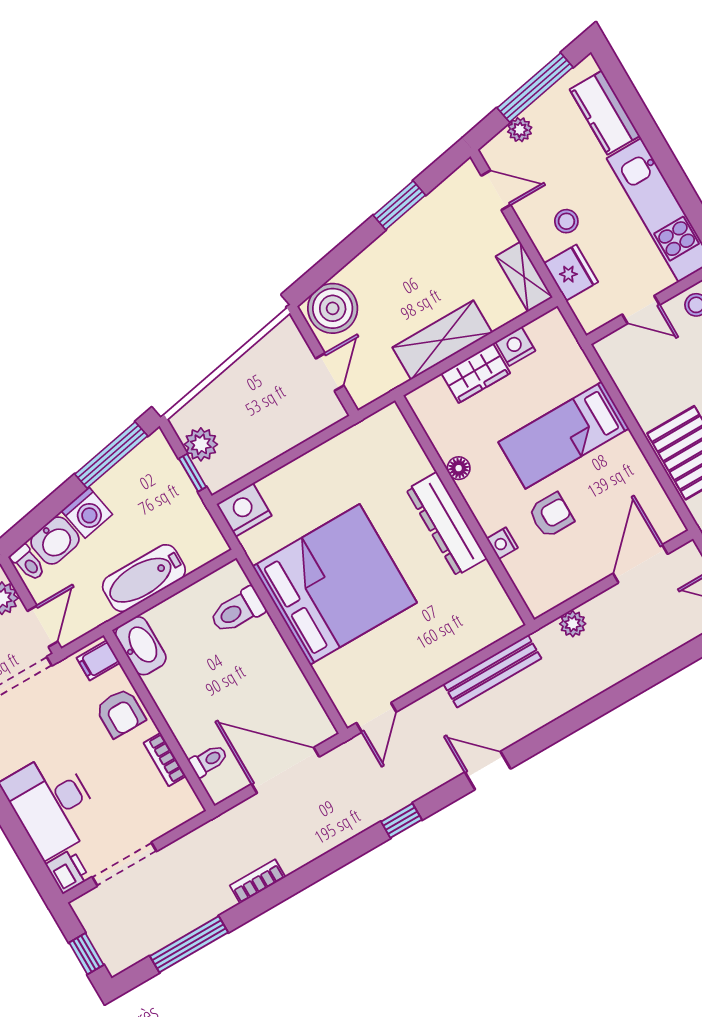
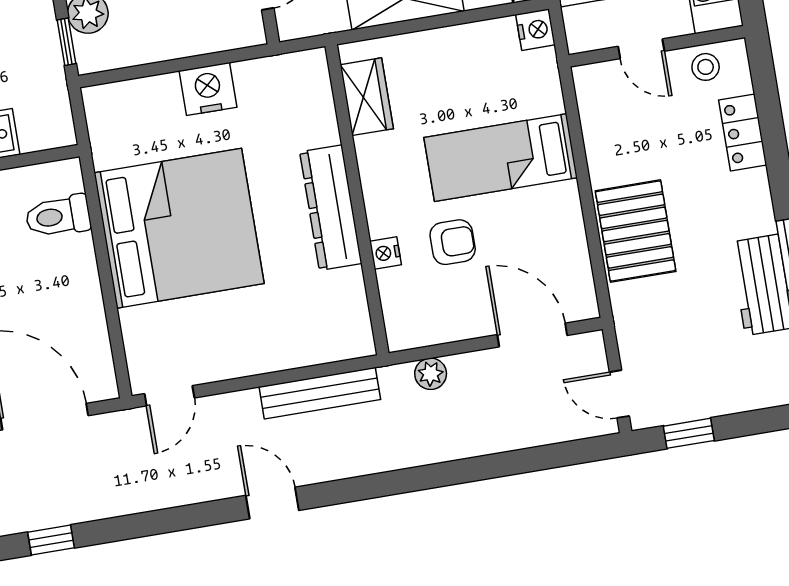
nightstand: (515, 346) -> (535, 30), moved, turned 90
wardrobe: (476, 373) -> (367, 97), moved, turned -90
floor lamp: (459, 468) -> (368, 150), removed
nightstand: (244, 510) -> (208, 89), moved
door: (640, 564) -> (532, 335), hinge flipped
window: (401, 821) -> (51, 540), moved

